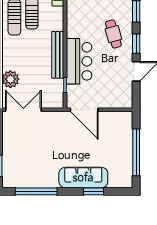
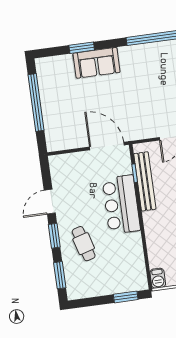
bench: (58, 55) -> (145, 181), moved
sofa: (83, 178) -> (97, 63), width x0.73

